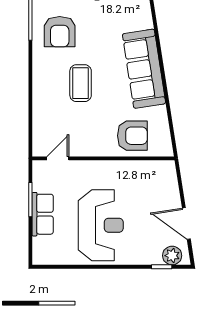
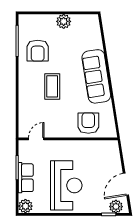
armchair: (132, 136) -> (88, 123), turned -90
door: (186, 223) -> (126, 184), hinge flipped
plant: (42, 255) -> (25, 206), added

